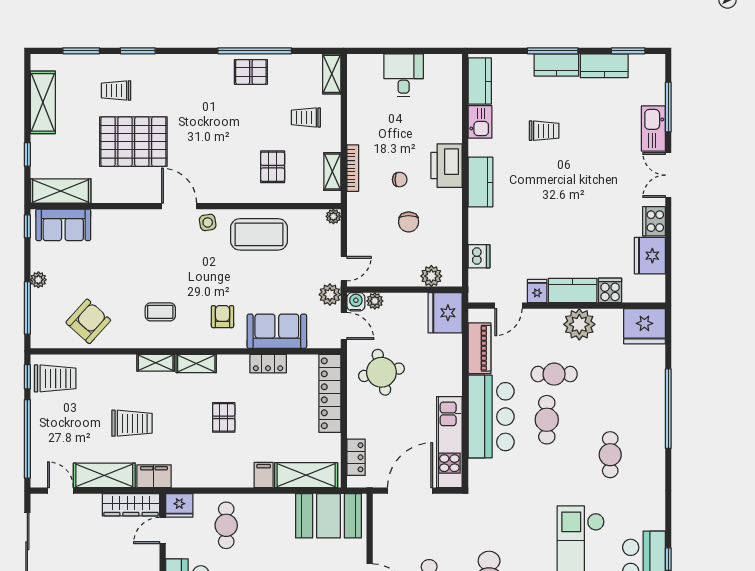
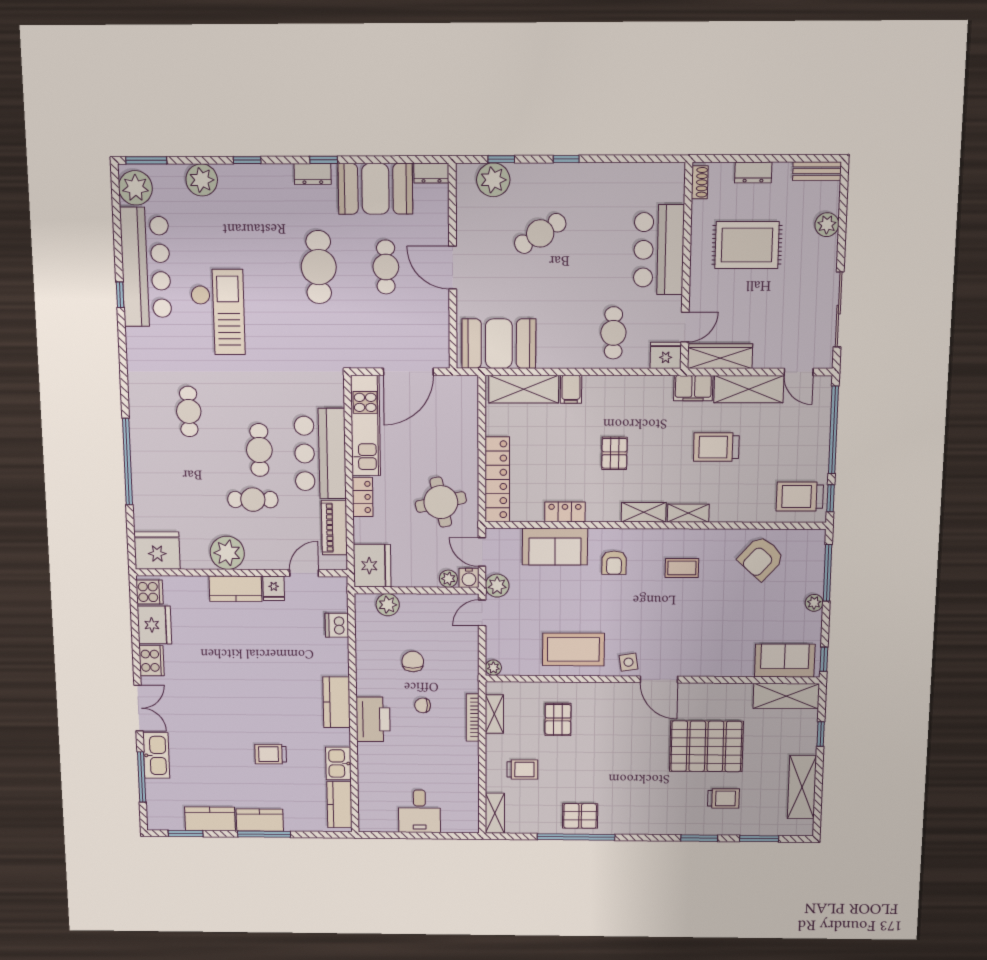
cooker: (610, 290) -> (150, 592), moved, turned -90
locker: (356, 457) -> (363, 497), moved, turned 180

